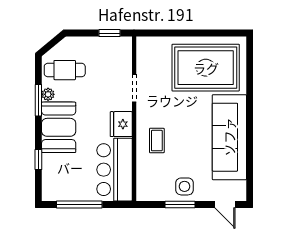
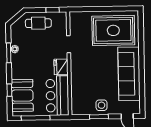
cafe table: (65, 70) -> (38, 23), moved
booth: (59, 127) -> (22, 95), moved
coffee table: (157, 141) -> (84, 77), removed

